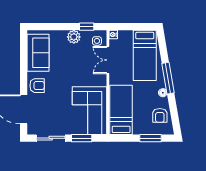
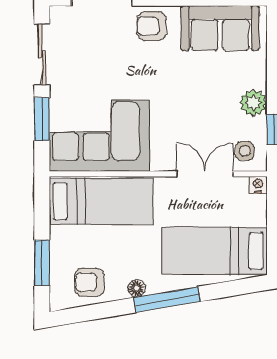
armchair: (37, 86) -> (152, 26), turned 90

